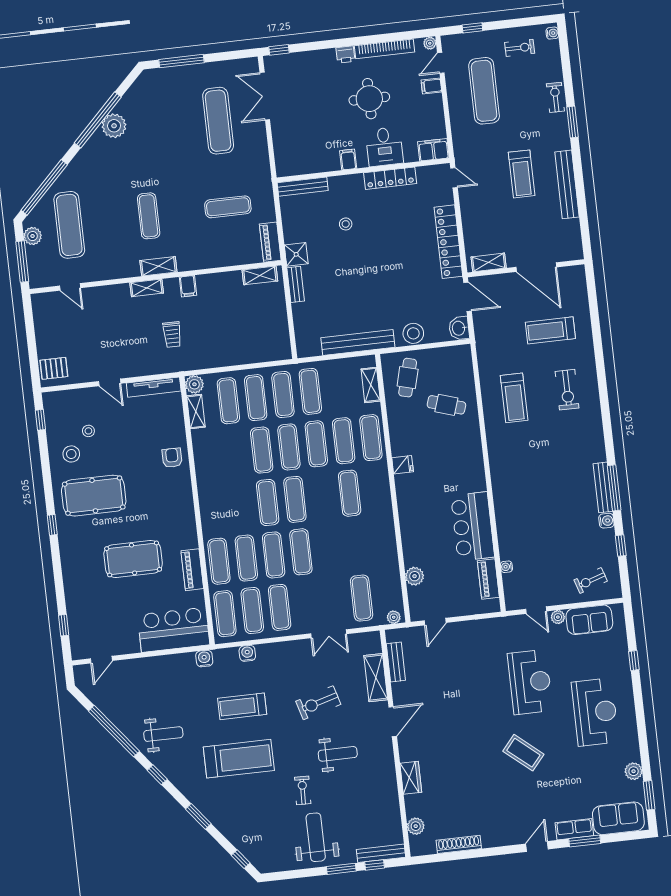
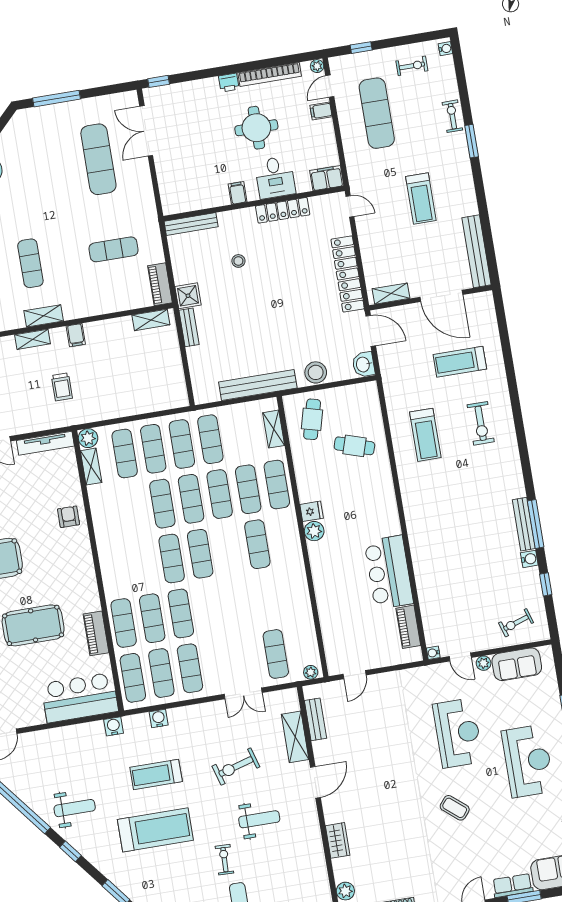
bench: (567, 184) -> (477, 251), moved
exercise mat: (301, 552) -> (209, 609), removed
water cooler: (506, 567) -> (433, 653), moved
plant: (415, 576) -> (314, 531), moved
coffee table: (523, 753) -> (455, 808), width x0.73, depth x0.77

